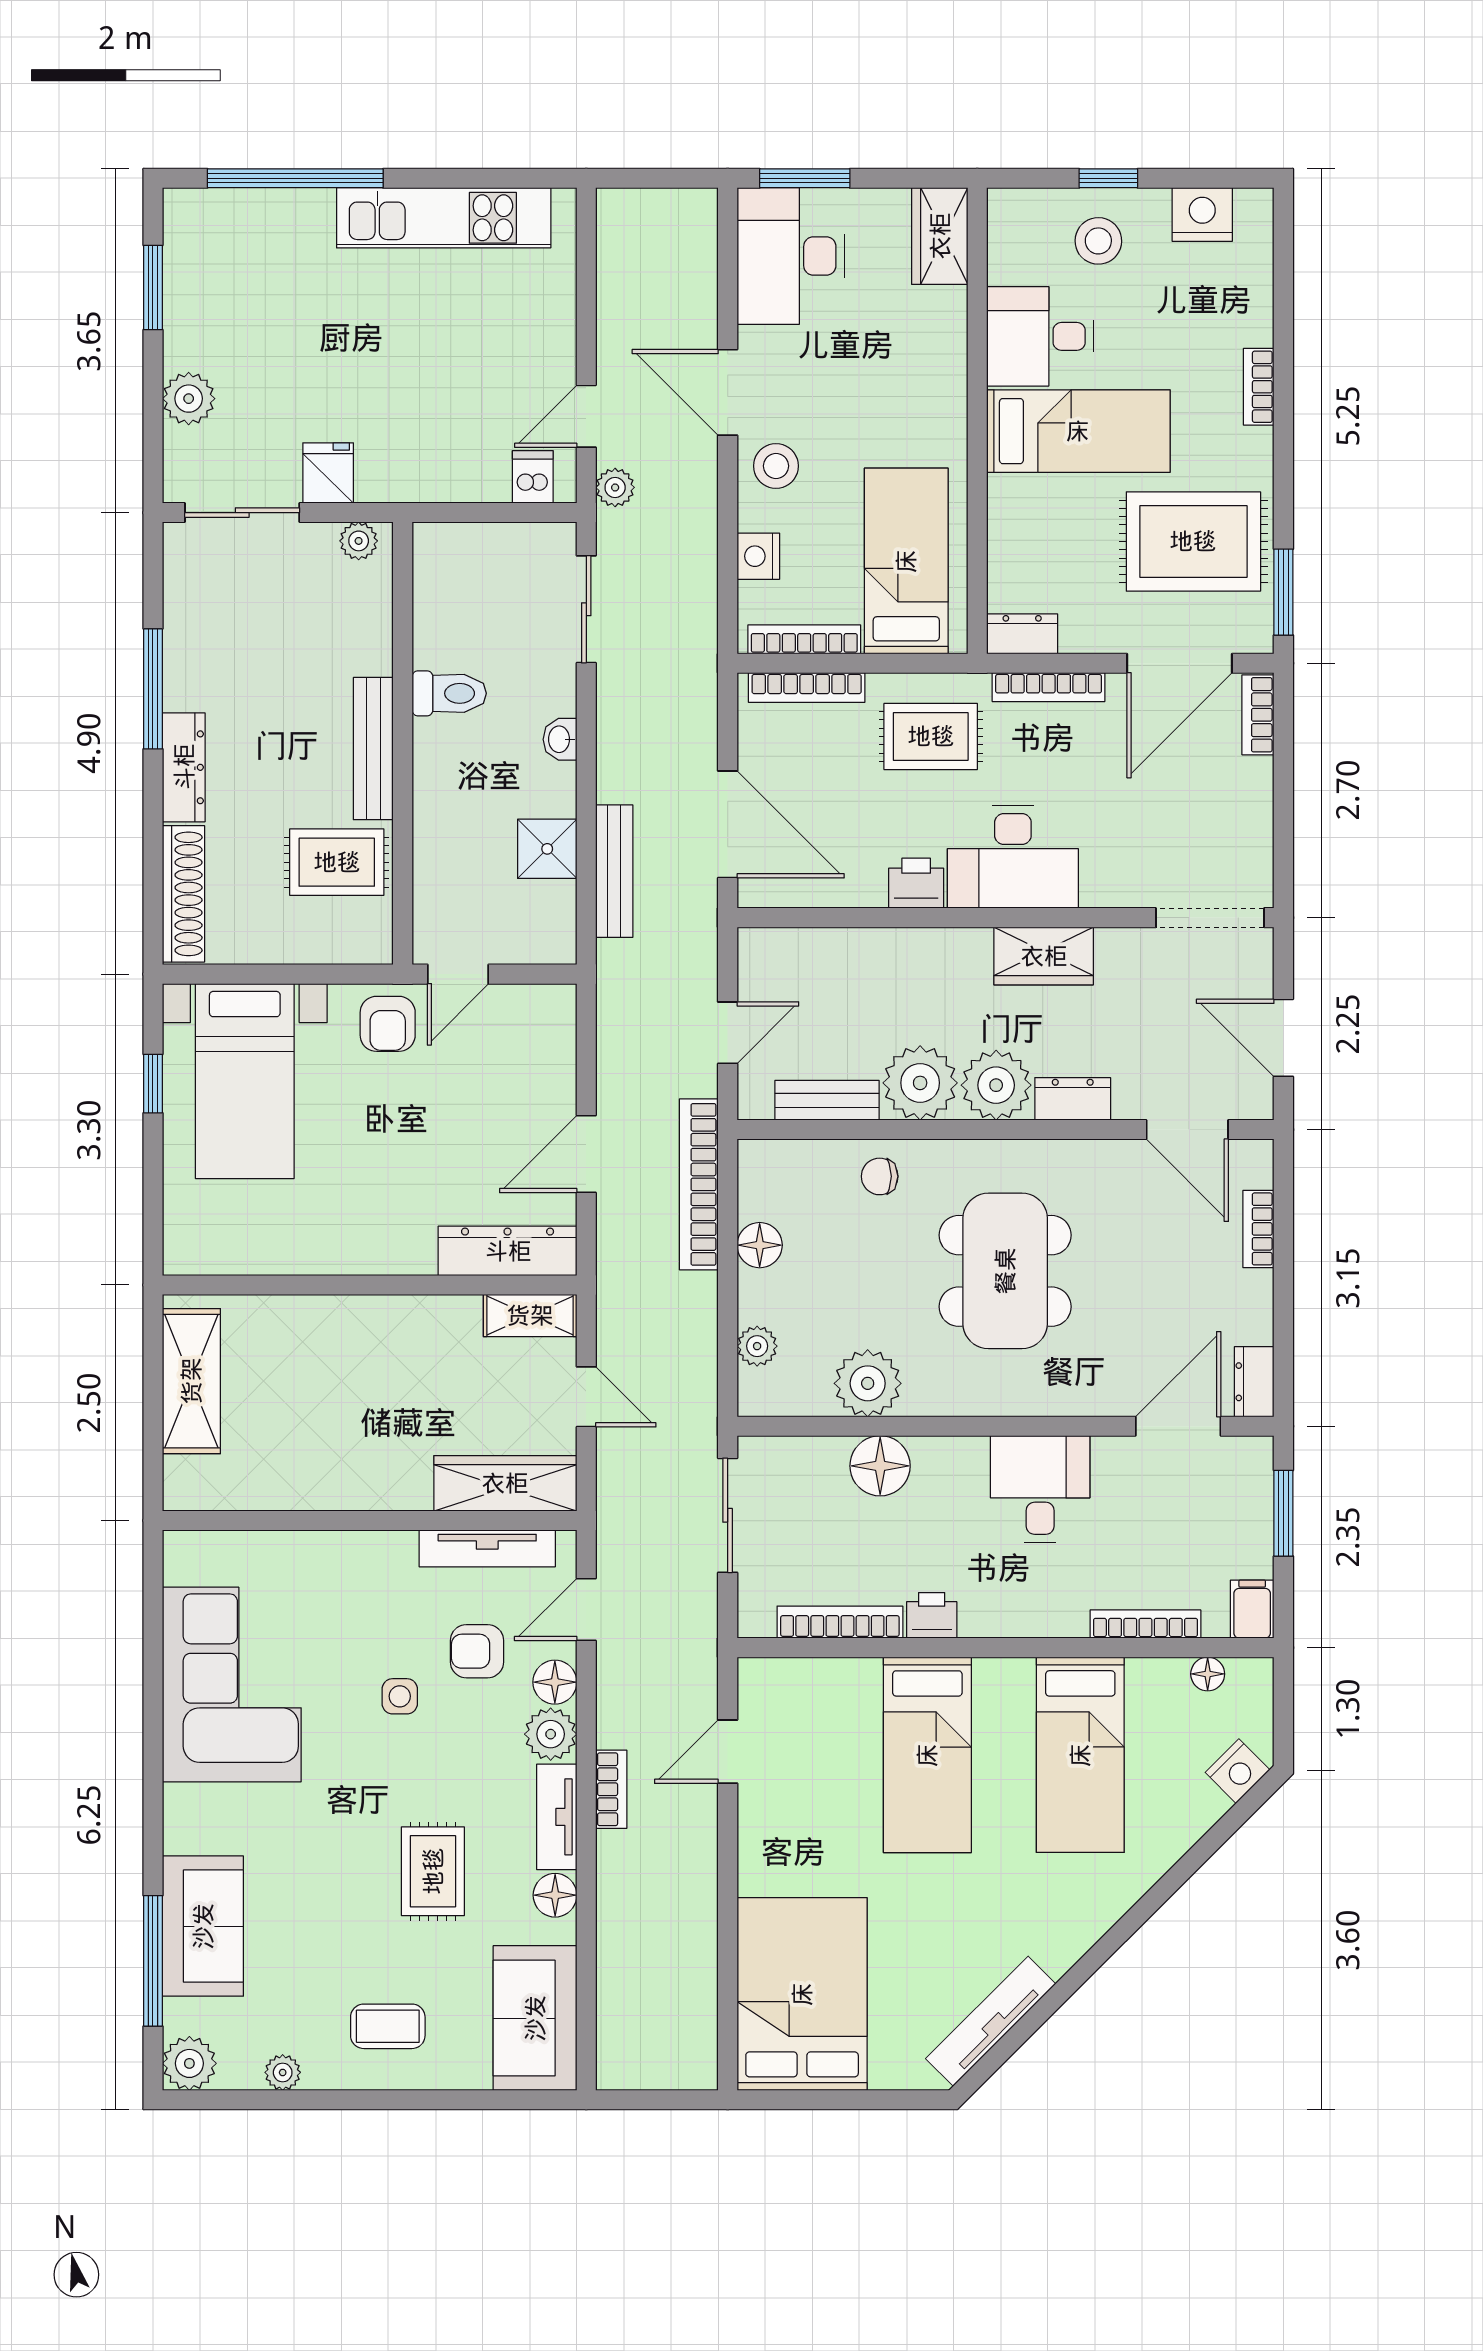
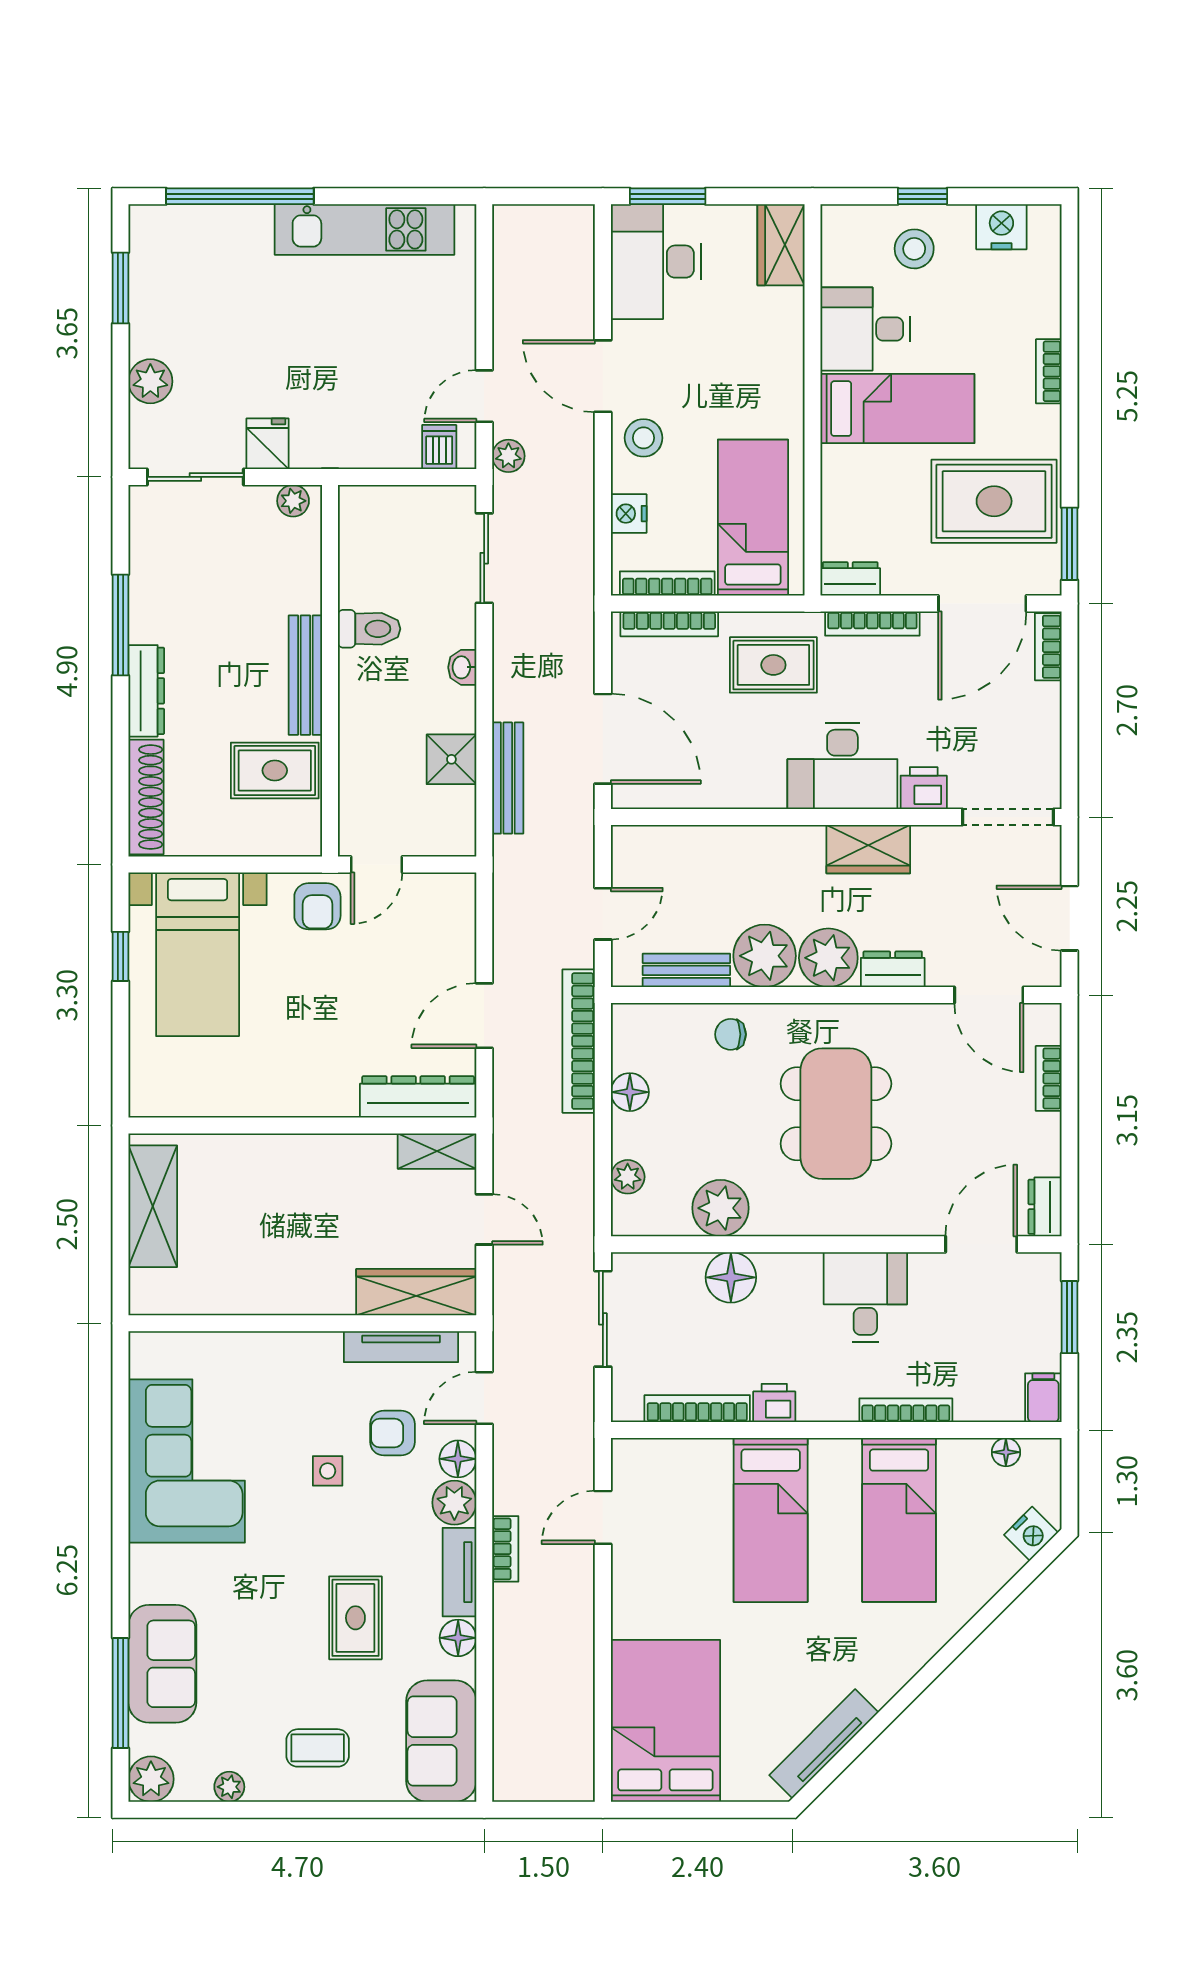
printer: (916, 883) -> (924, 788), moved
bookcase: (1145, 1624) -> (906, 1410), moved

